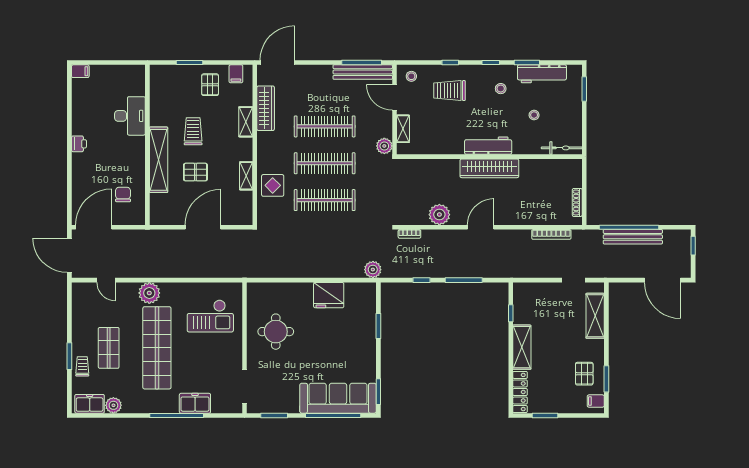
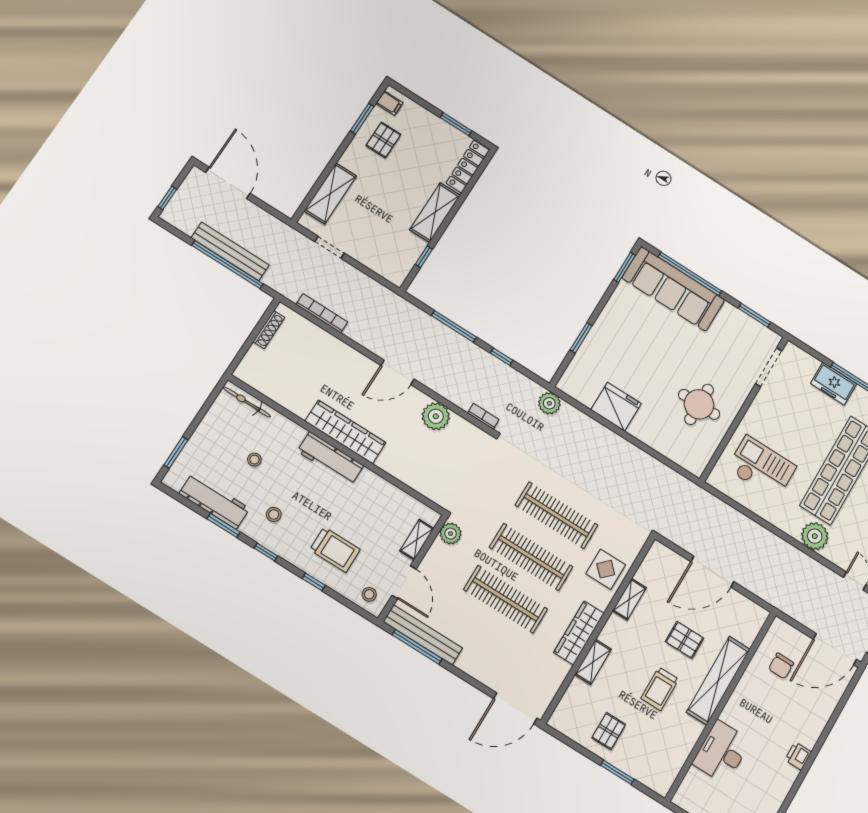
filing cabinet: (236, 74) -> (571, 725), removed
wardrobe: (266, 108) -> (579, 633), moved

